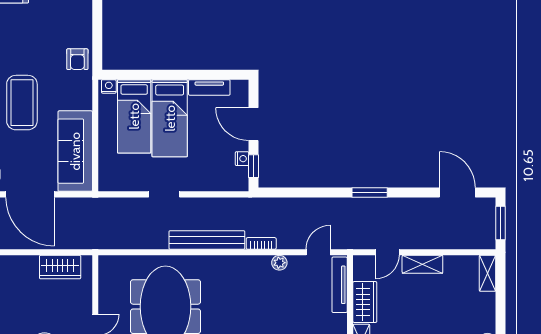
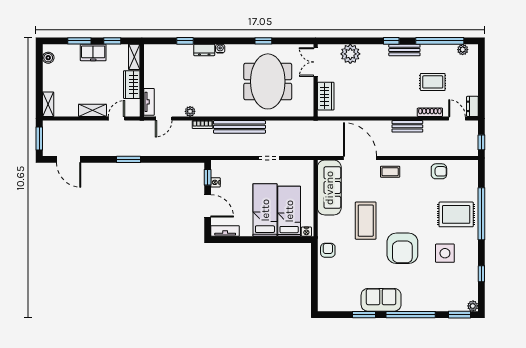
tv unit: (209, 87) -> (225, 231), moved
wardrobe: (60, 267) -> (326, 96), moved, turned 90
tv unit: (340, 285) -> (149, 102), width x0.71

